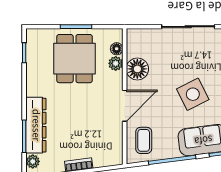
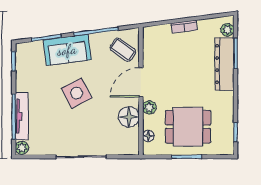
dining table: (75, 59) -> (188, 127), turned 90
plant: (116, 63) -> (149, 107), moved
coffee table: (144, 140) -> (123, 50), turned -54

